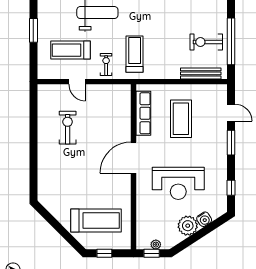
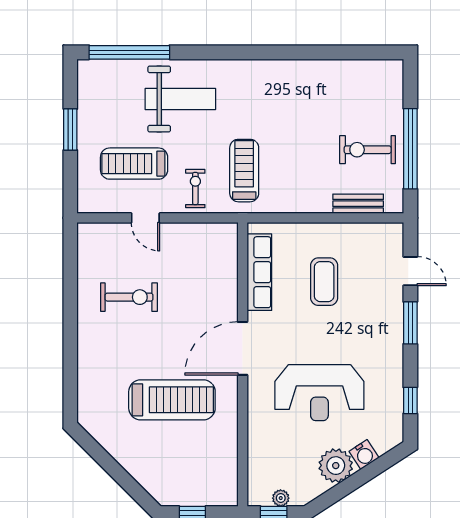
bench: (201, 73) -> (358, 204), width x0.73
coffee table: (181, 119) -> (324, 282), width x0.73, depth x0.76
exercise bike: (68, 128) -> (129, 297), turned 90
treadmill: (96, 220) -> (172, 400), moved

